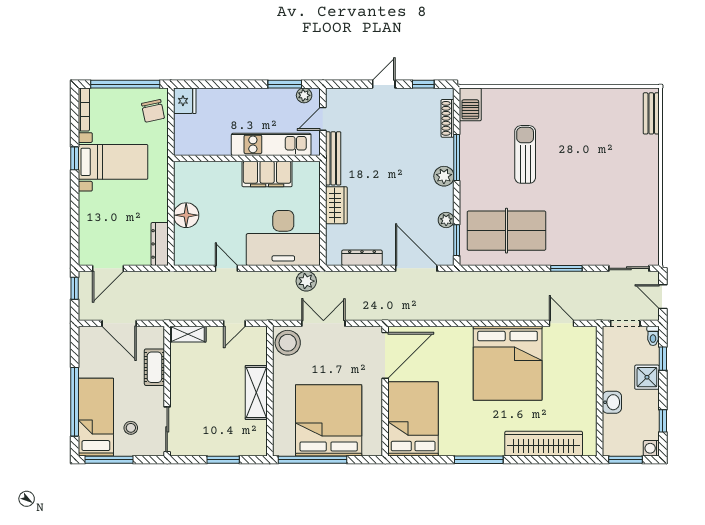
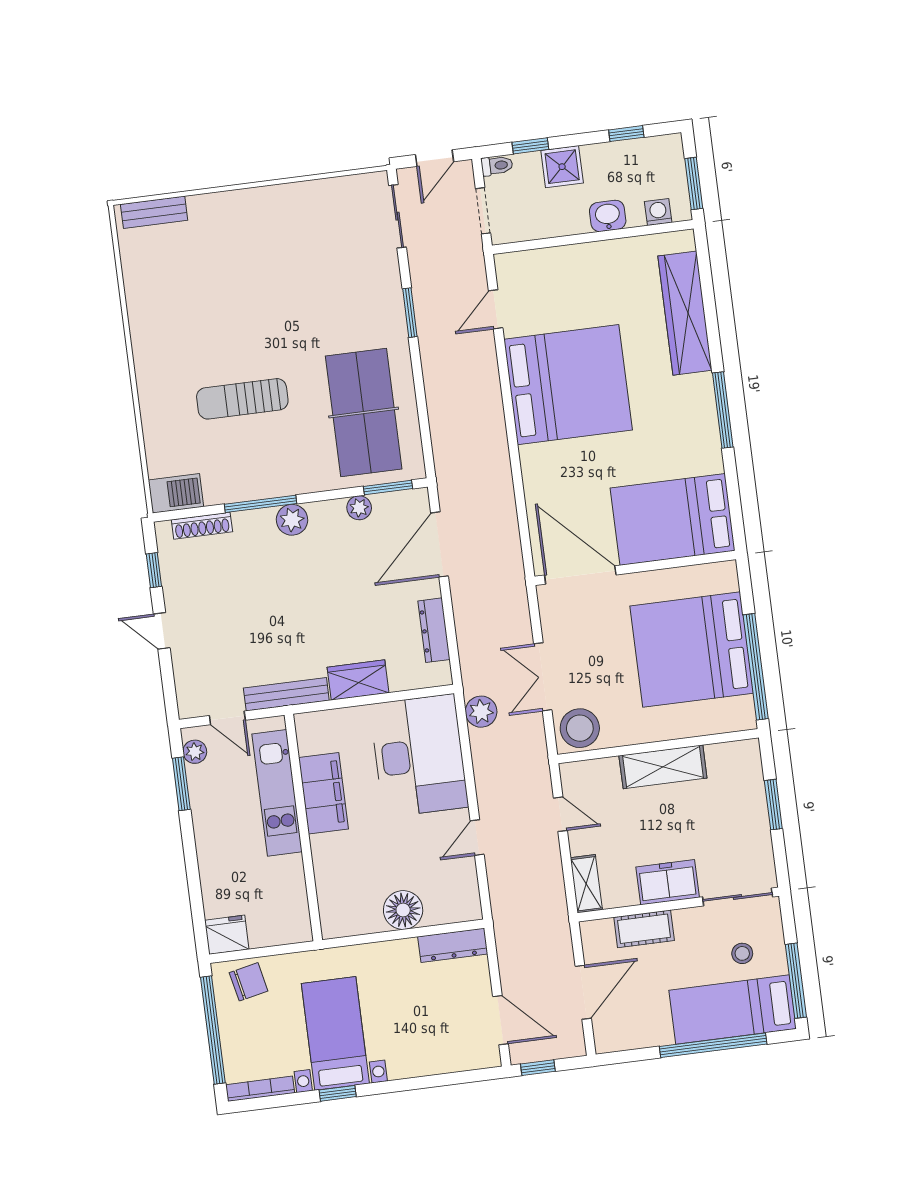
freezer: (182, 386) -> (668, 882), added
washing machine: (651, 448) -> (658, 212), moved, turned 180

